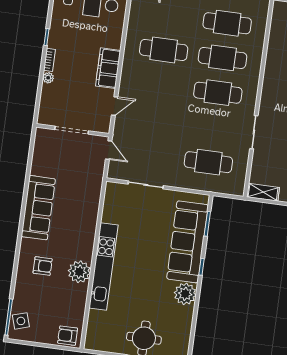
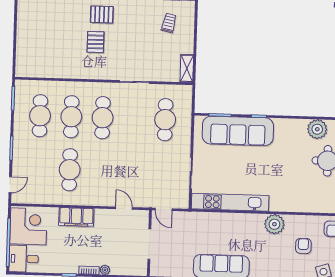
filing cabinet: (108, 68) -> (76, 217), moved
door: (109, 150) -> (164, 209), swing flipped
armchair: (43, 266) -> (303, 246), moved
kitchen unit: (103, 266) -> (230, 202), moved
plant: (185, 294) -> (317, 129), moved

